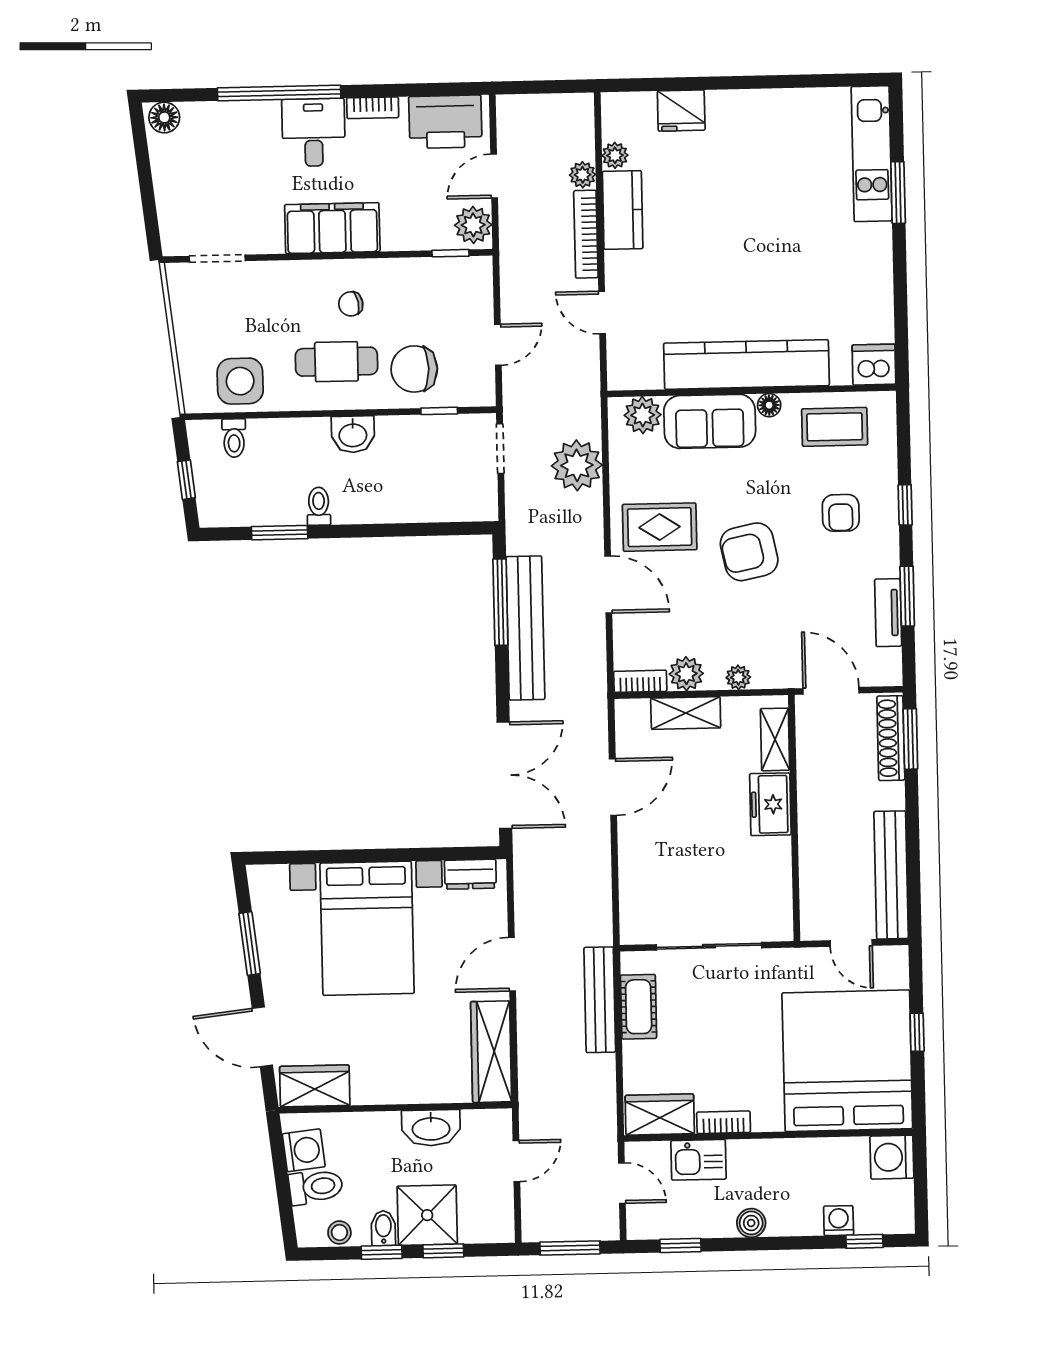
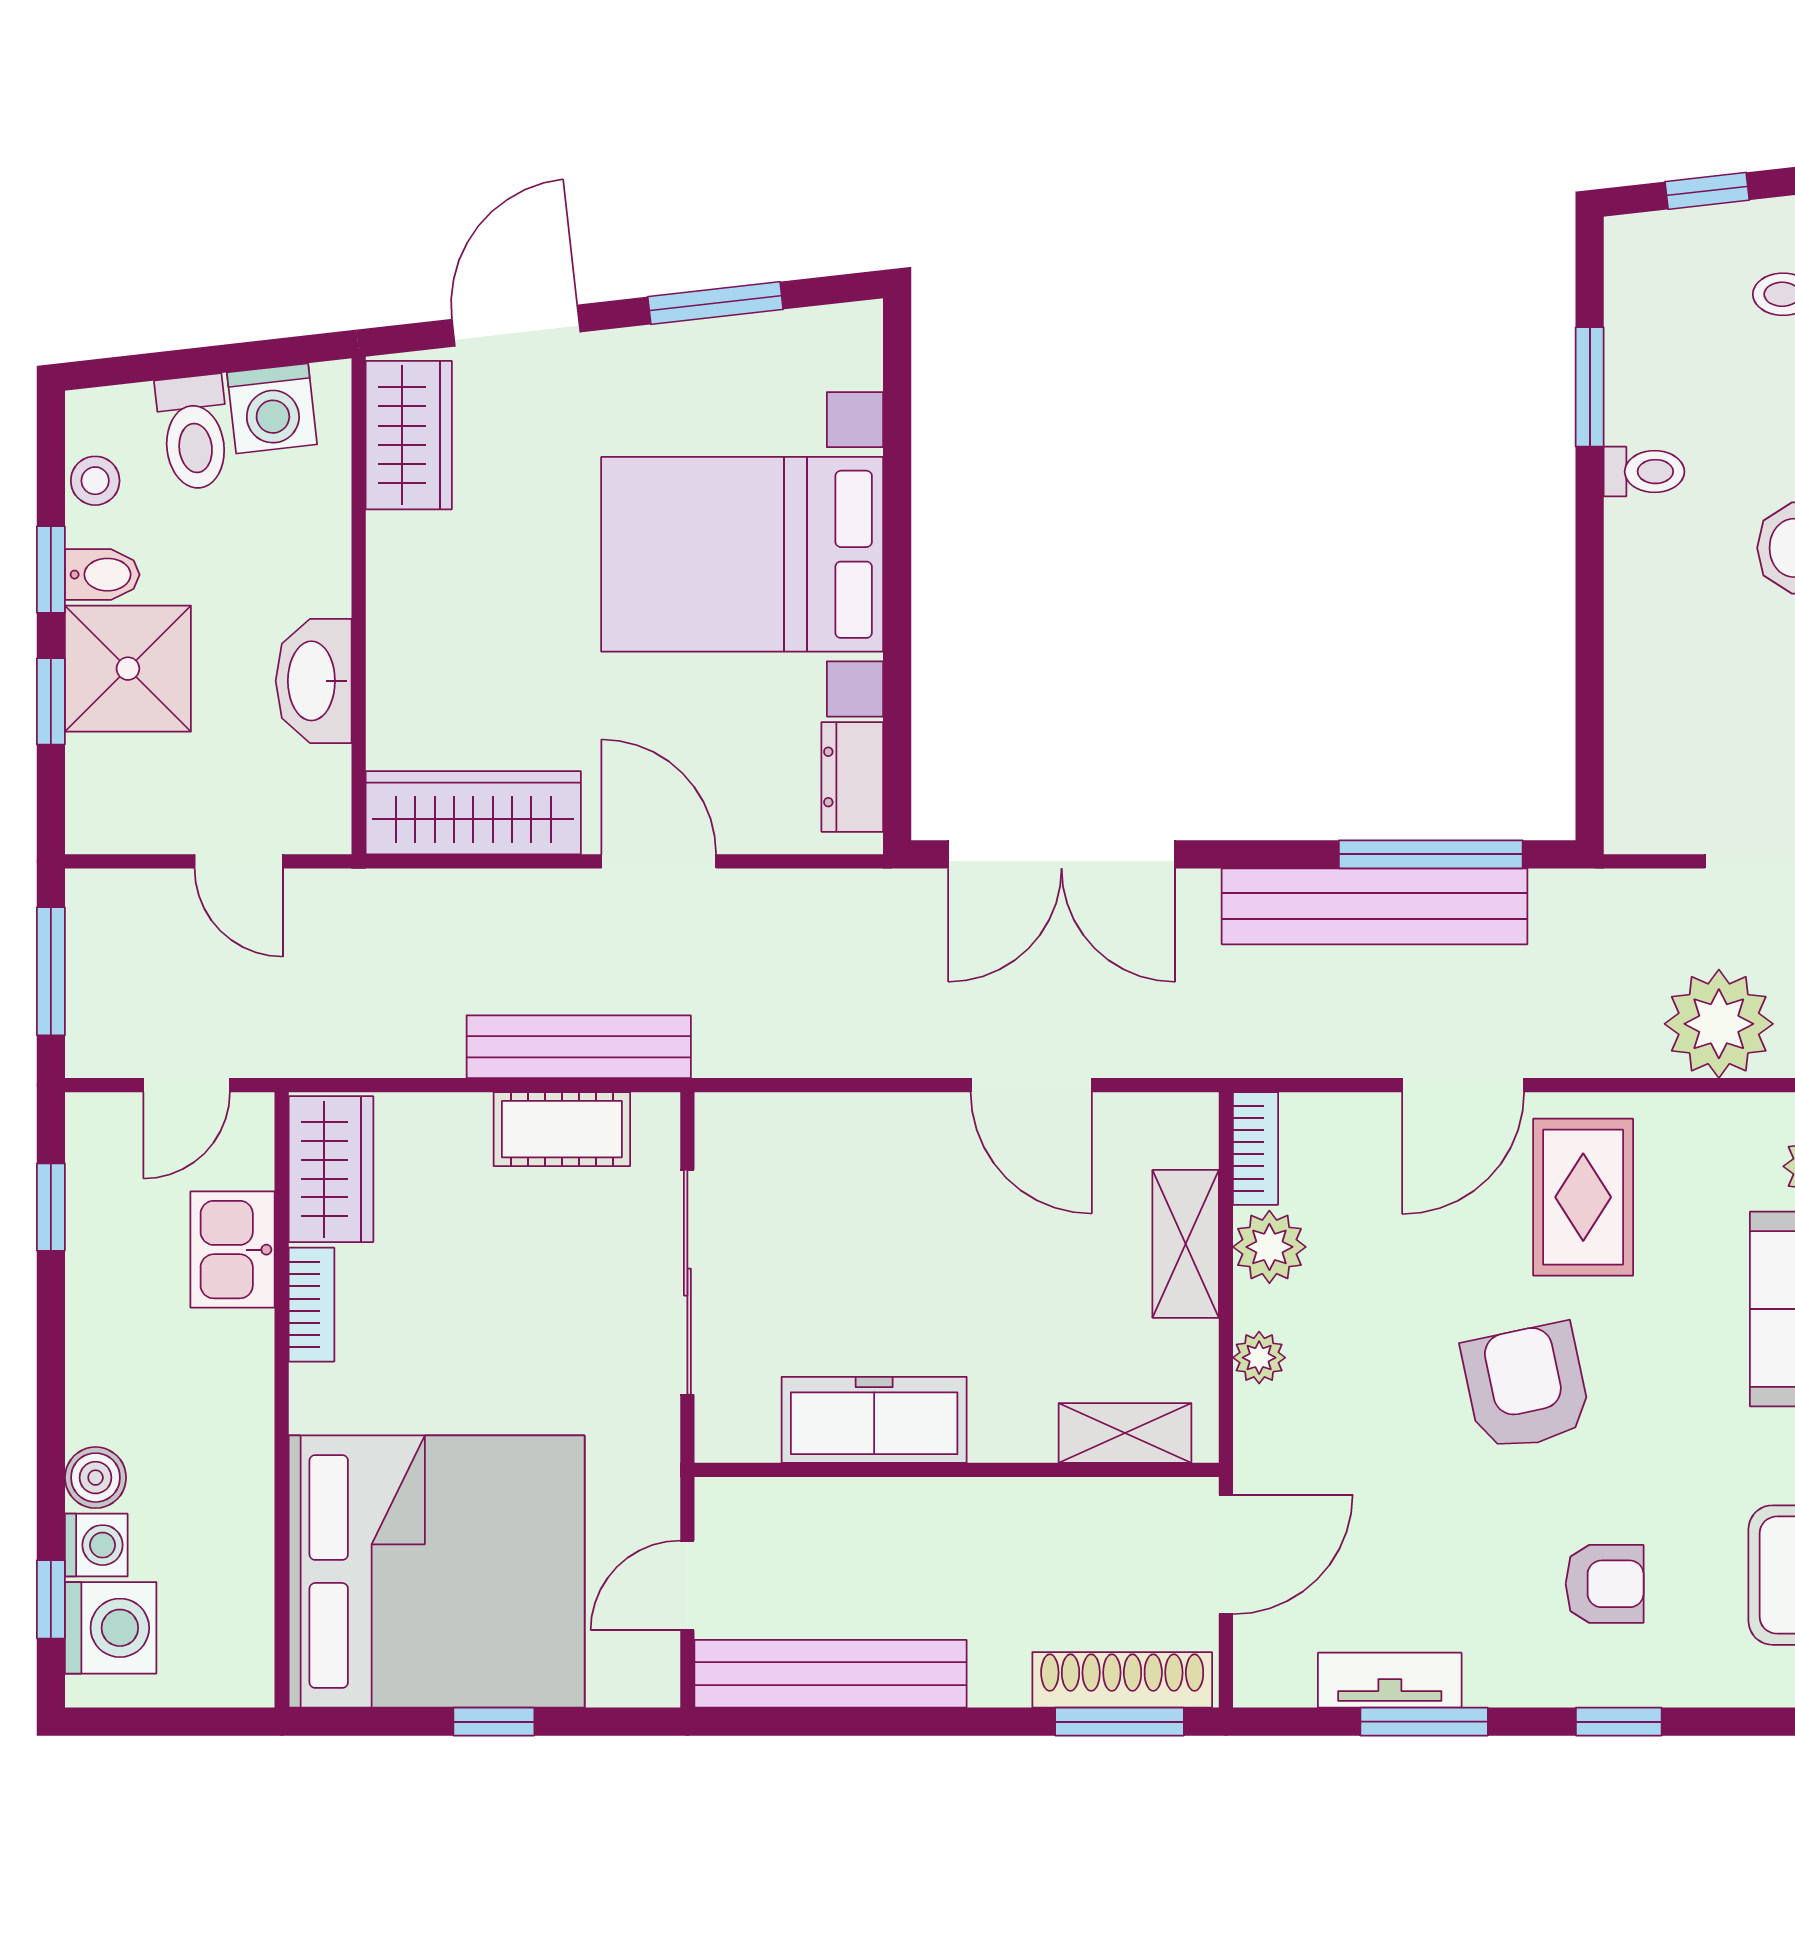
armchair: (841, 513) -> (1605, 1584), turned 180
freezer: (770, 804) -> (874, 1420), moved, width x1.40
washing machine: (892, 1157) -> (111, 1628), moved, turned 90
boiler: (751, 1223) -> (96, 1478), moved

